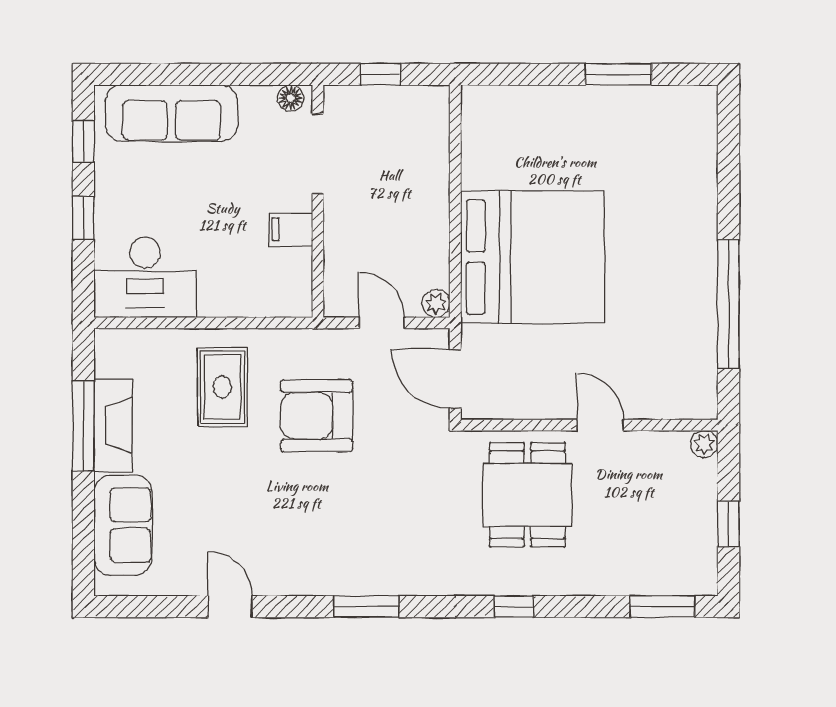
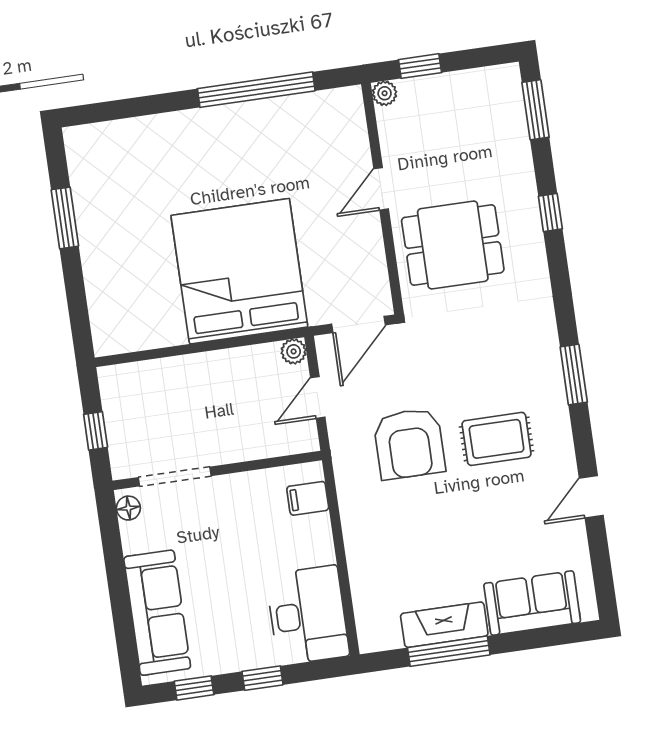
filing cabinet: (291, 229) -> (308, 498), moved, turned 90
rug: (222, 387) -> (497, 439), moved
window: (728, 524) -> (420, 66), moved
window: (514, 607) -> (550, 213), moved

